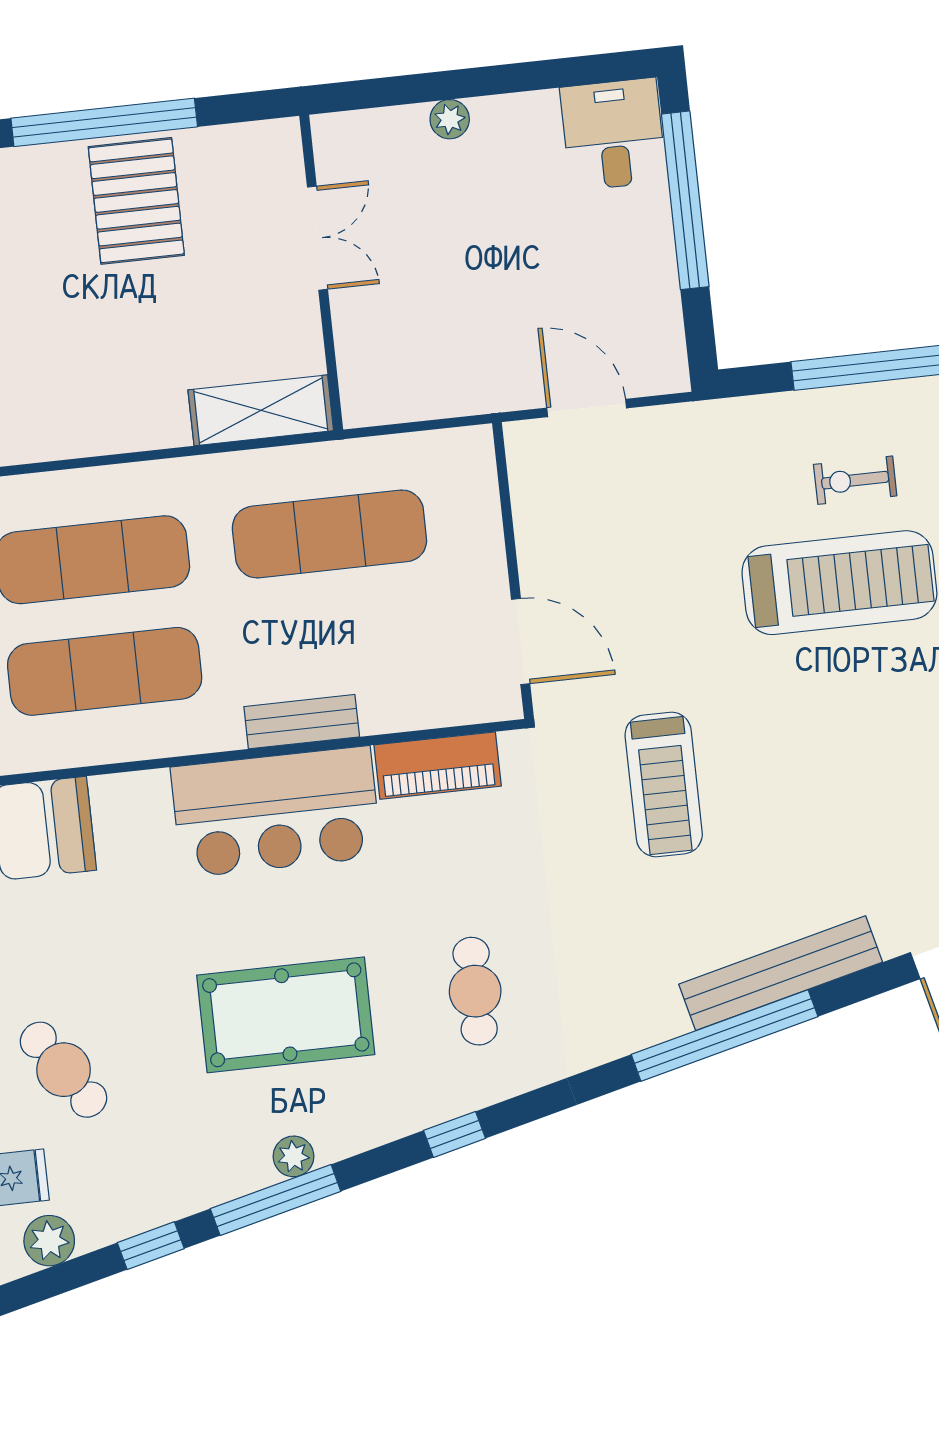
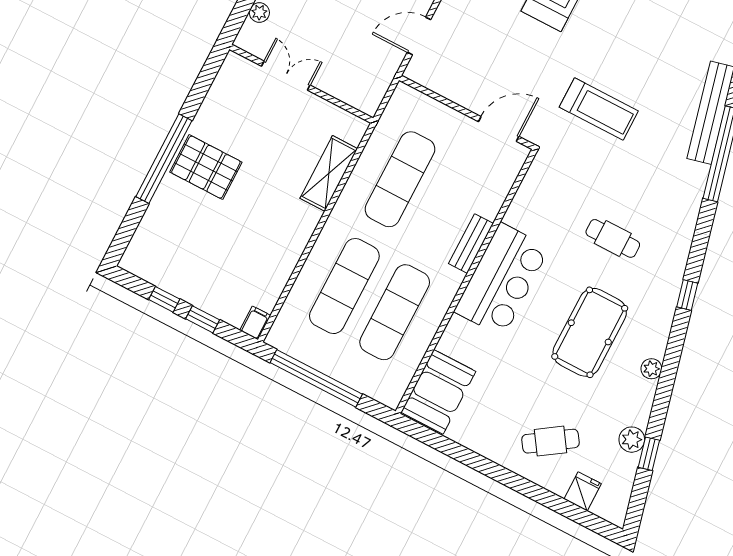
double door: (317, 238) -> (286, 76), moved
wall: (321, 273) -> (301, 84), moved
piano: (438, 766) -> (528, 199), removed
cafe table: (475, 991) -> (613, 238), moved
window: (276, 1200) -> (665, 389), removed
plant: (49, 1241) -> (632, 440), moved

